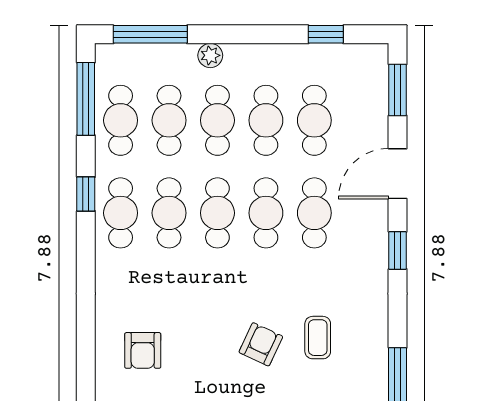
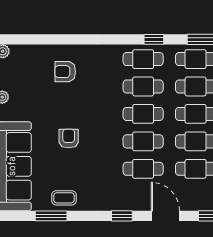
coffee table: (318, 338) -> (64, 198), moved
armchair: (261, 344) -> (69, 138), turned -115

